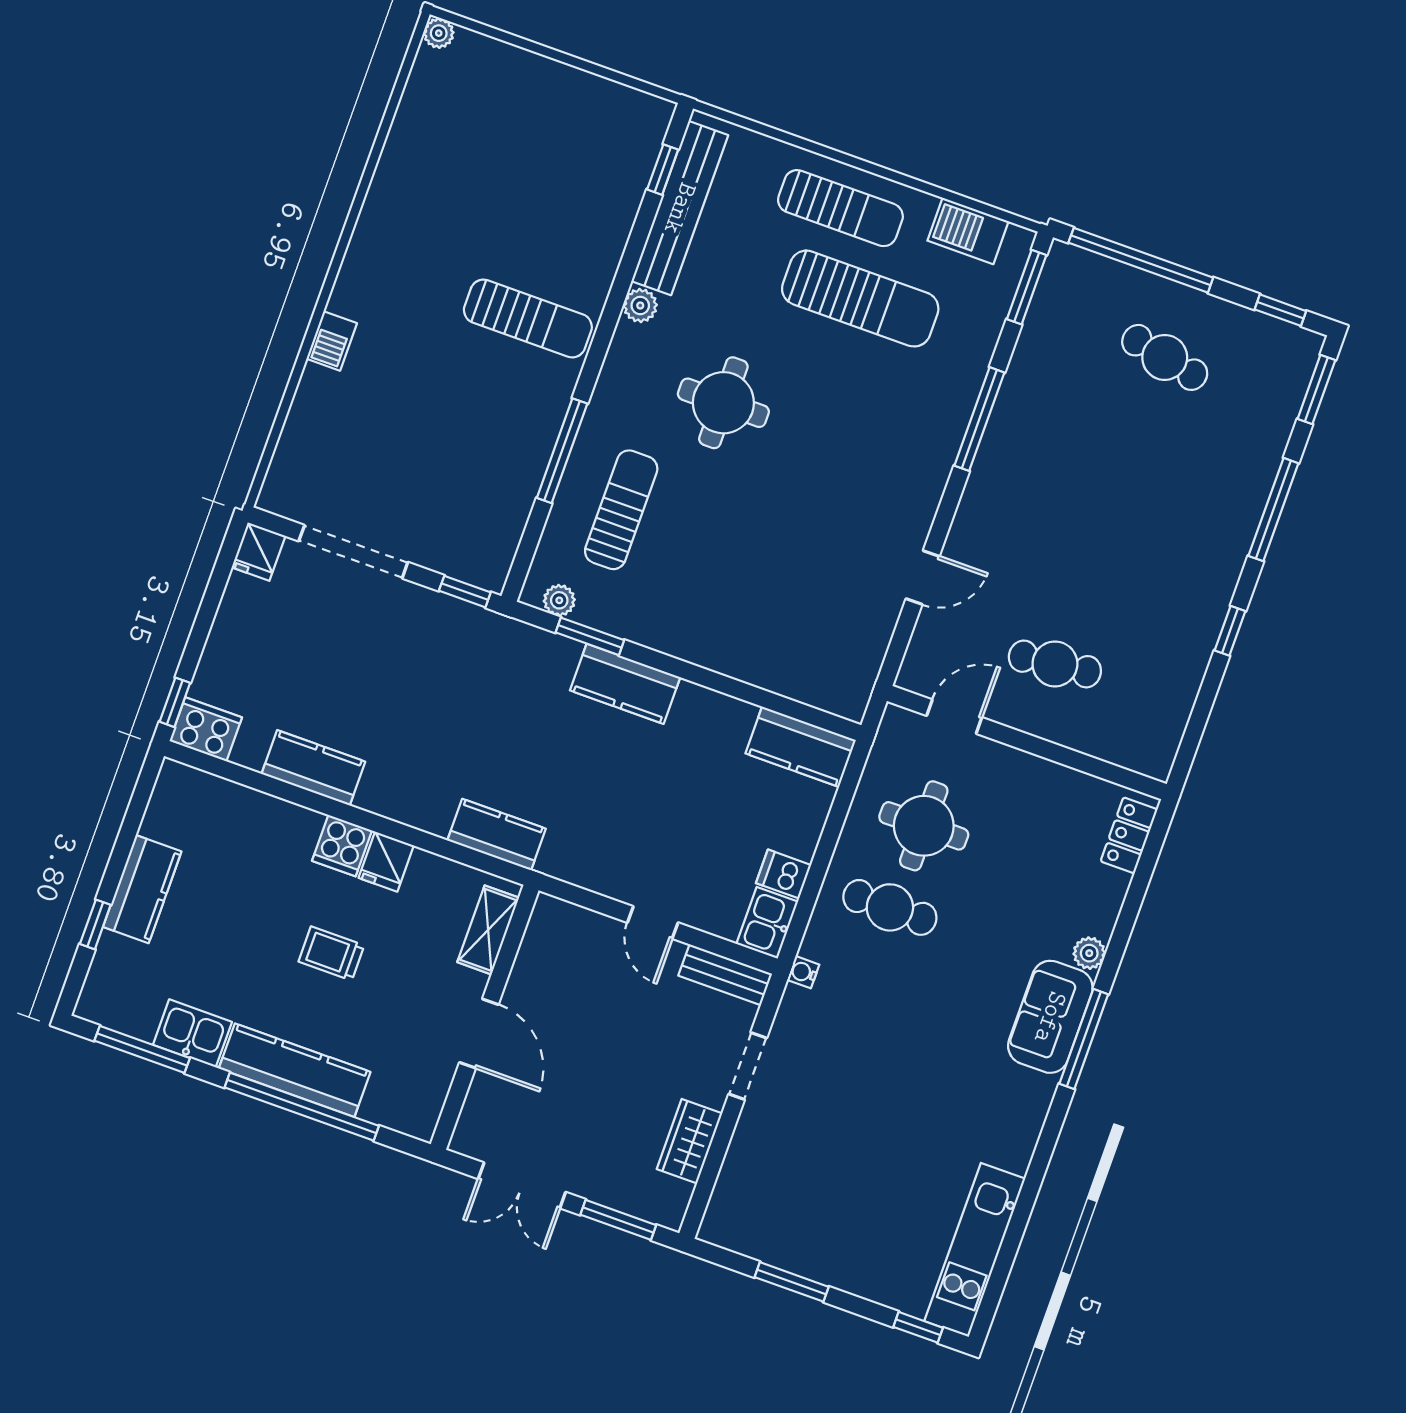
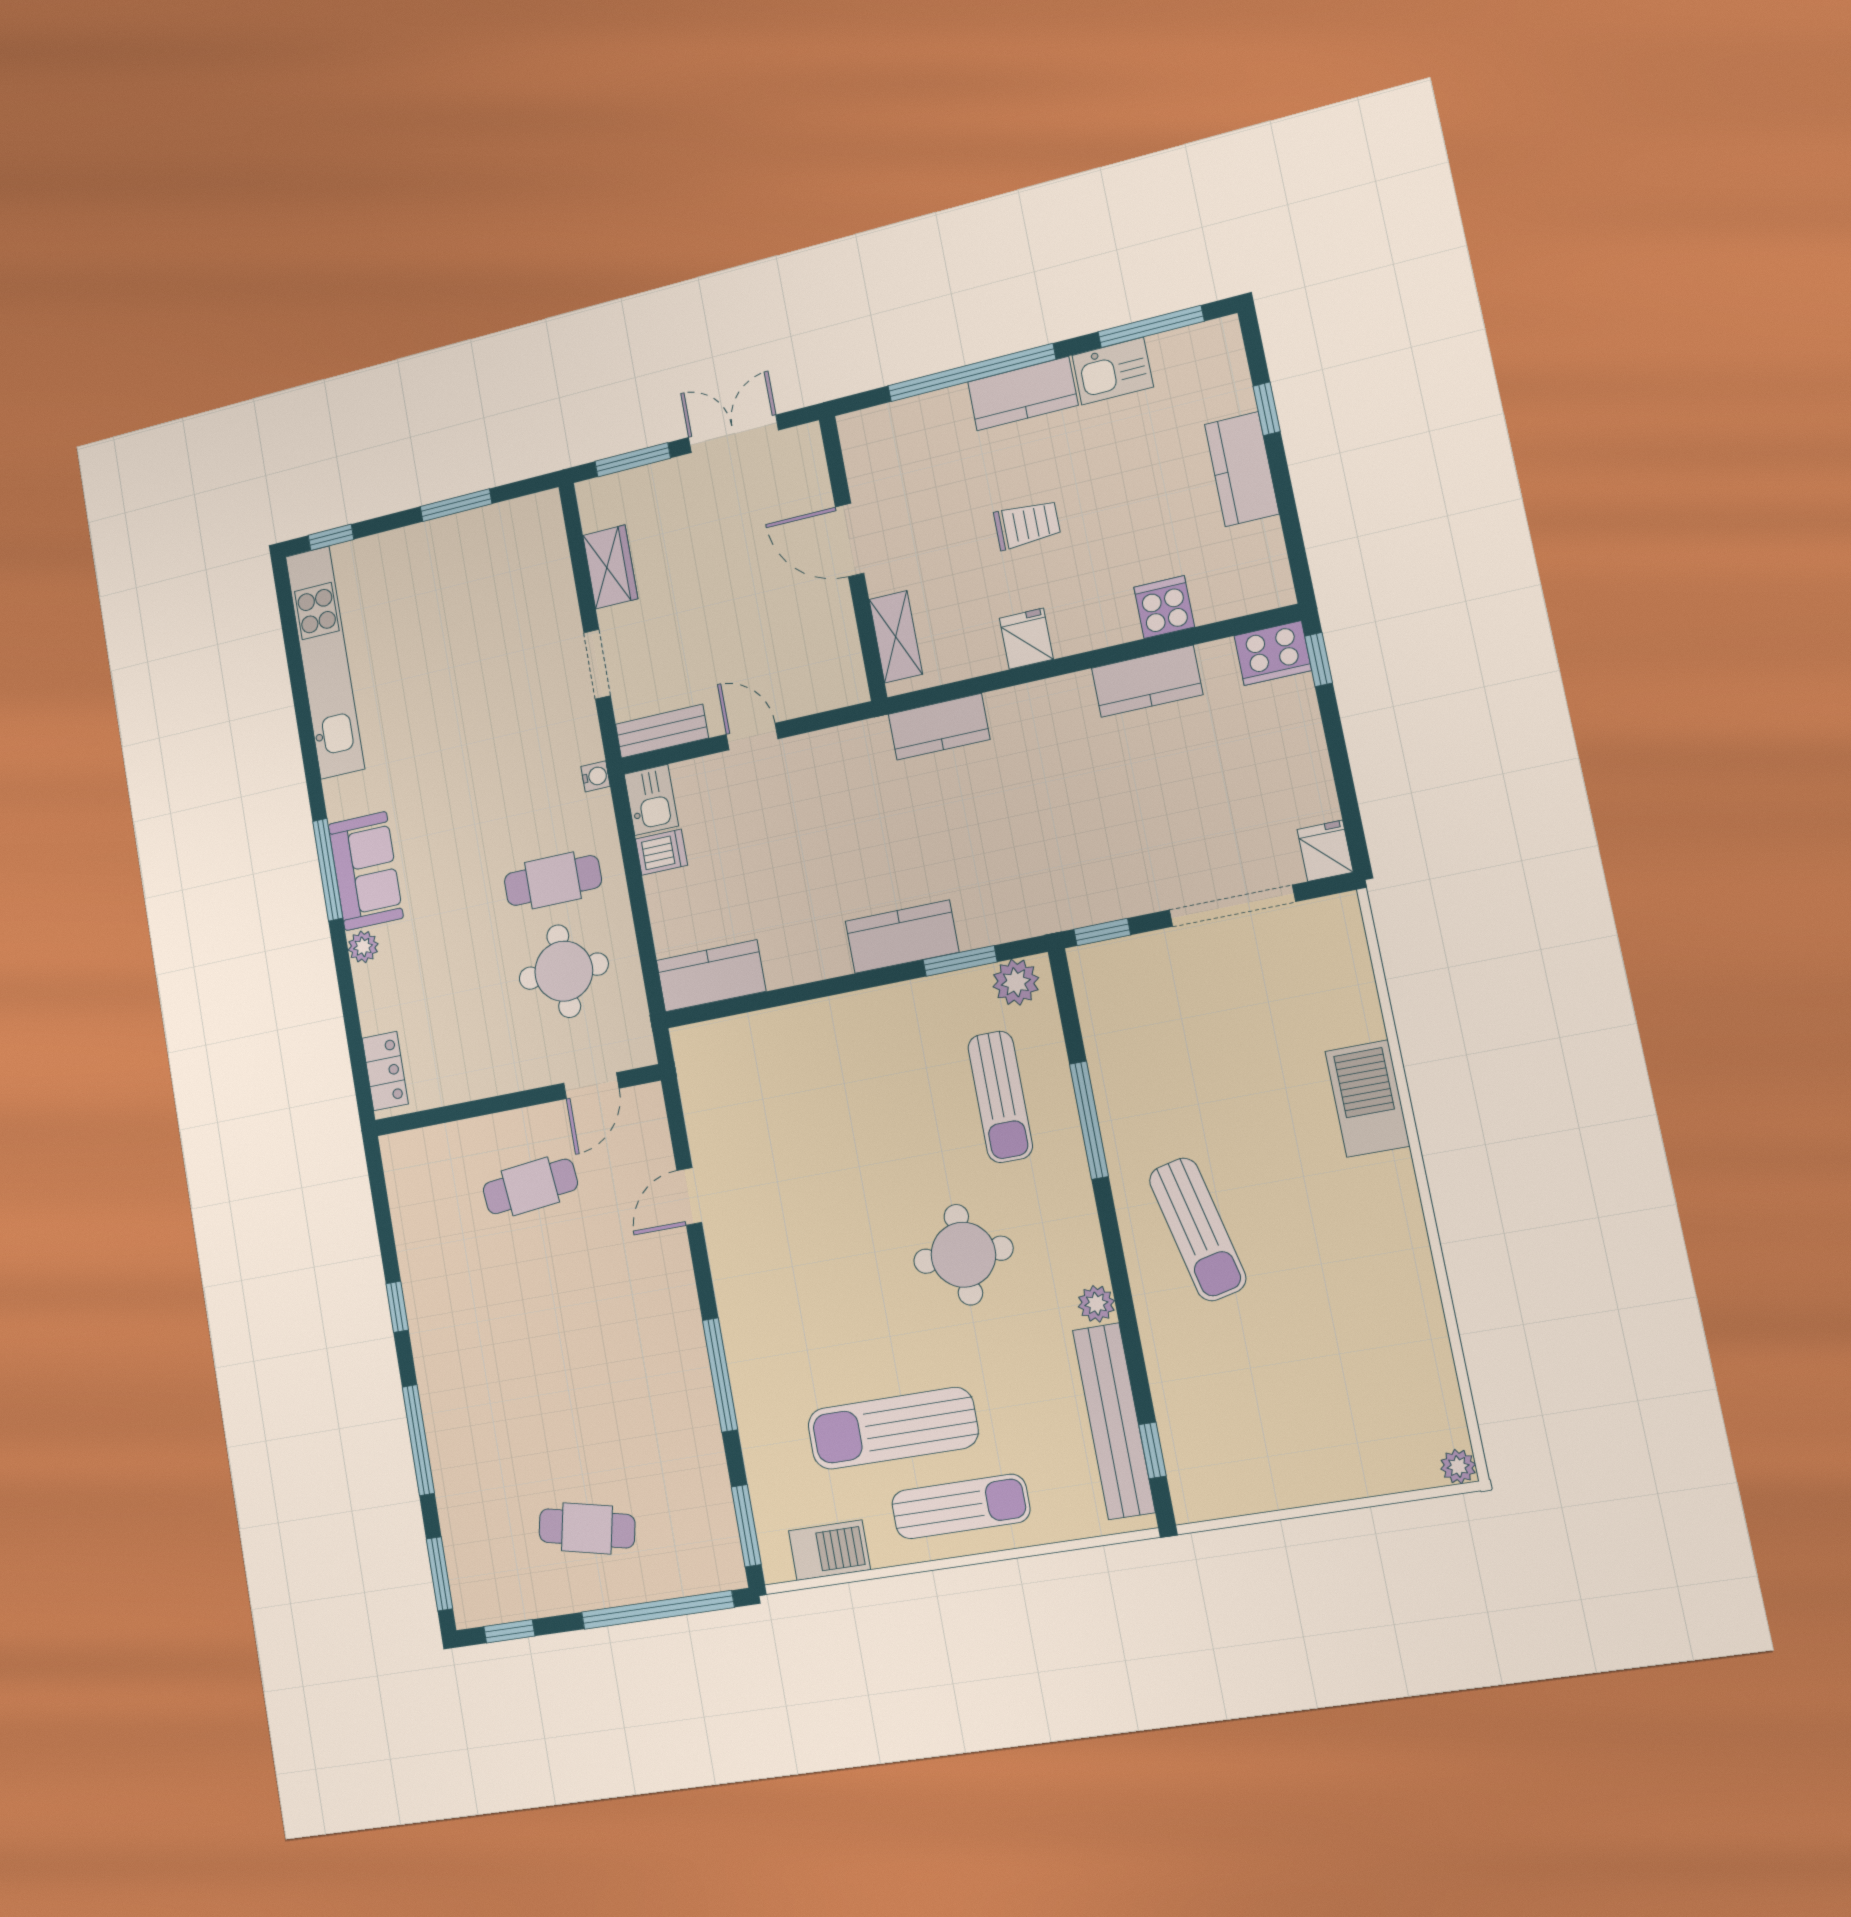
sun lounger: (840, 208) -> (961, 1506), turned 180
sun lounger: (528, 318) -> (1198, 1229), turned -103
barbecue: (332, 341) -> (1367, 1099), width x1.88, depth x1.53
plant: (559, 600) -> (1016, 982), width x1.38, depth x1.38
cooker: (342, 846) -> (1164, 607), moved
kitchen counter: (295, 1070) -> (1023, 394), width x0.67
kitchen unit: (975, 1250) -> (325, 662), width x1.36

